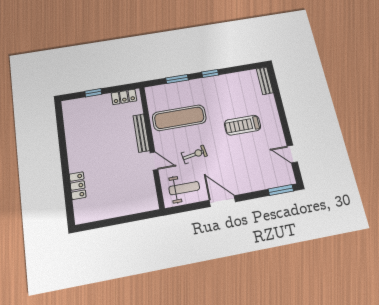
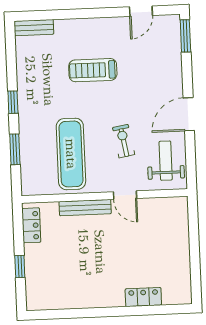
treadmill: (243, 125) -> (93, 70), turned 90
door: (154, 161) -> (125, 195), swing flipped

